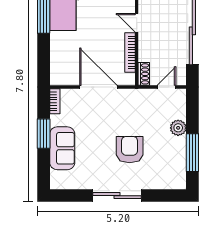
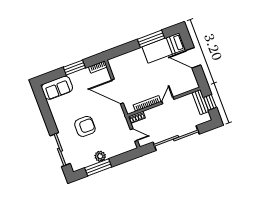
door: (98, 87) -> (117, 91), swing flipped
plant: (178, 128) -> (100, 156), moved
sofa: (62, 148) -> (57, 88), moved
sliding door: (117, 196) -> (60, 150), moved

